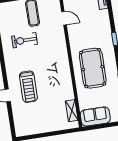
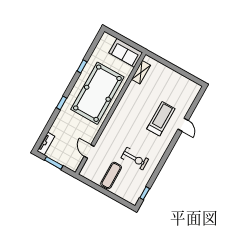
pool table: (93, 68) -> (97, 93), width x1.36, depth x1.32

